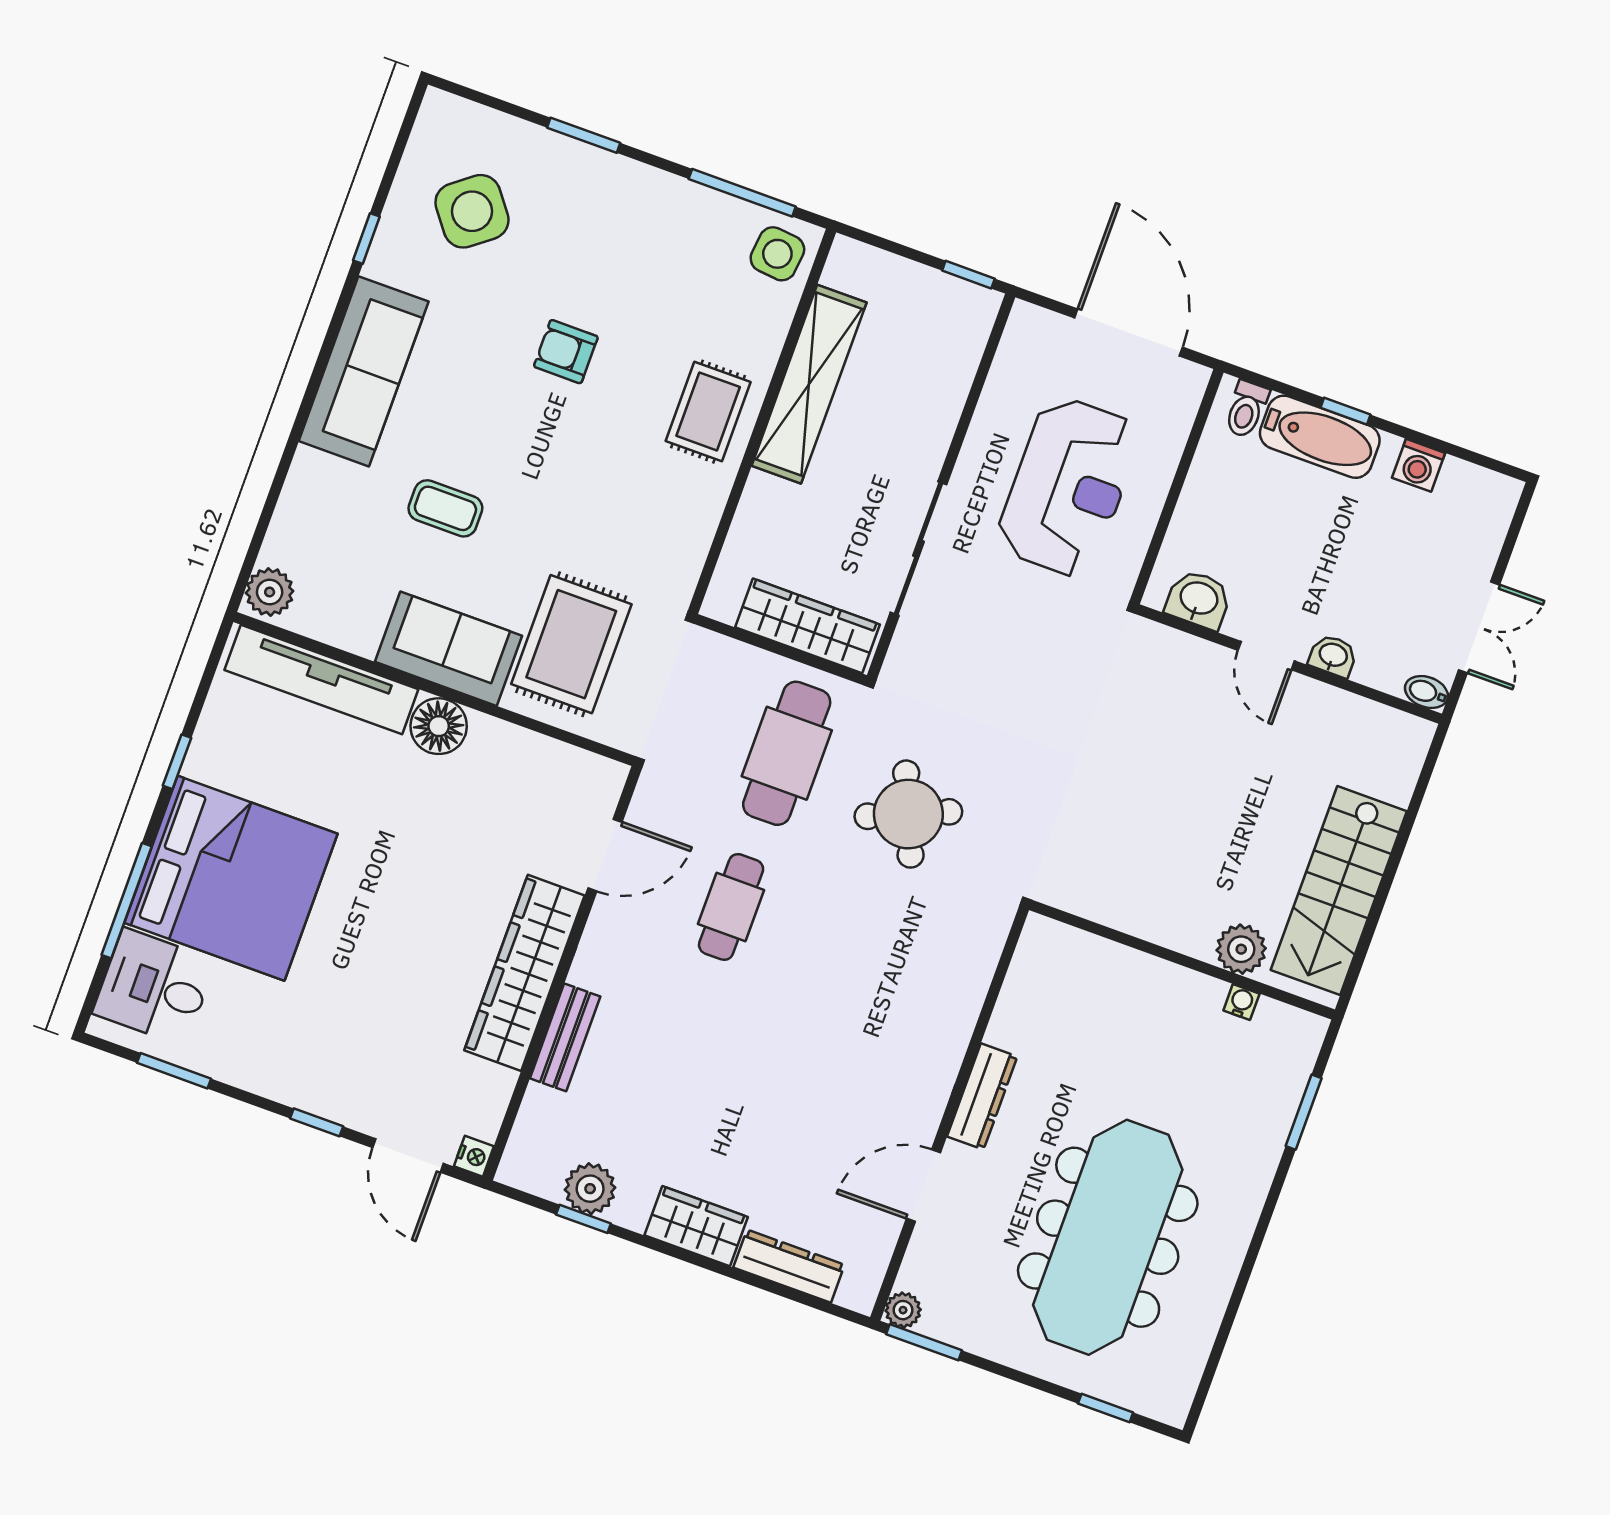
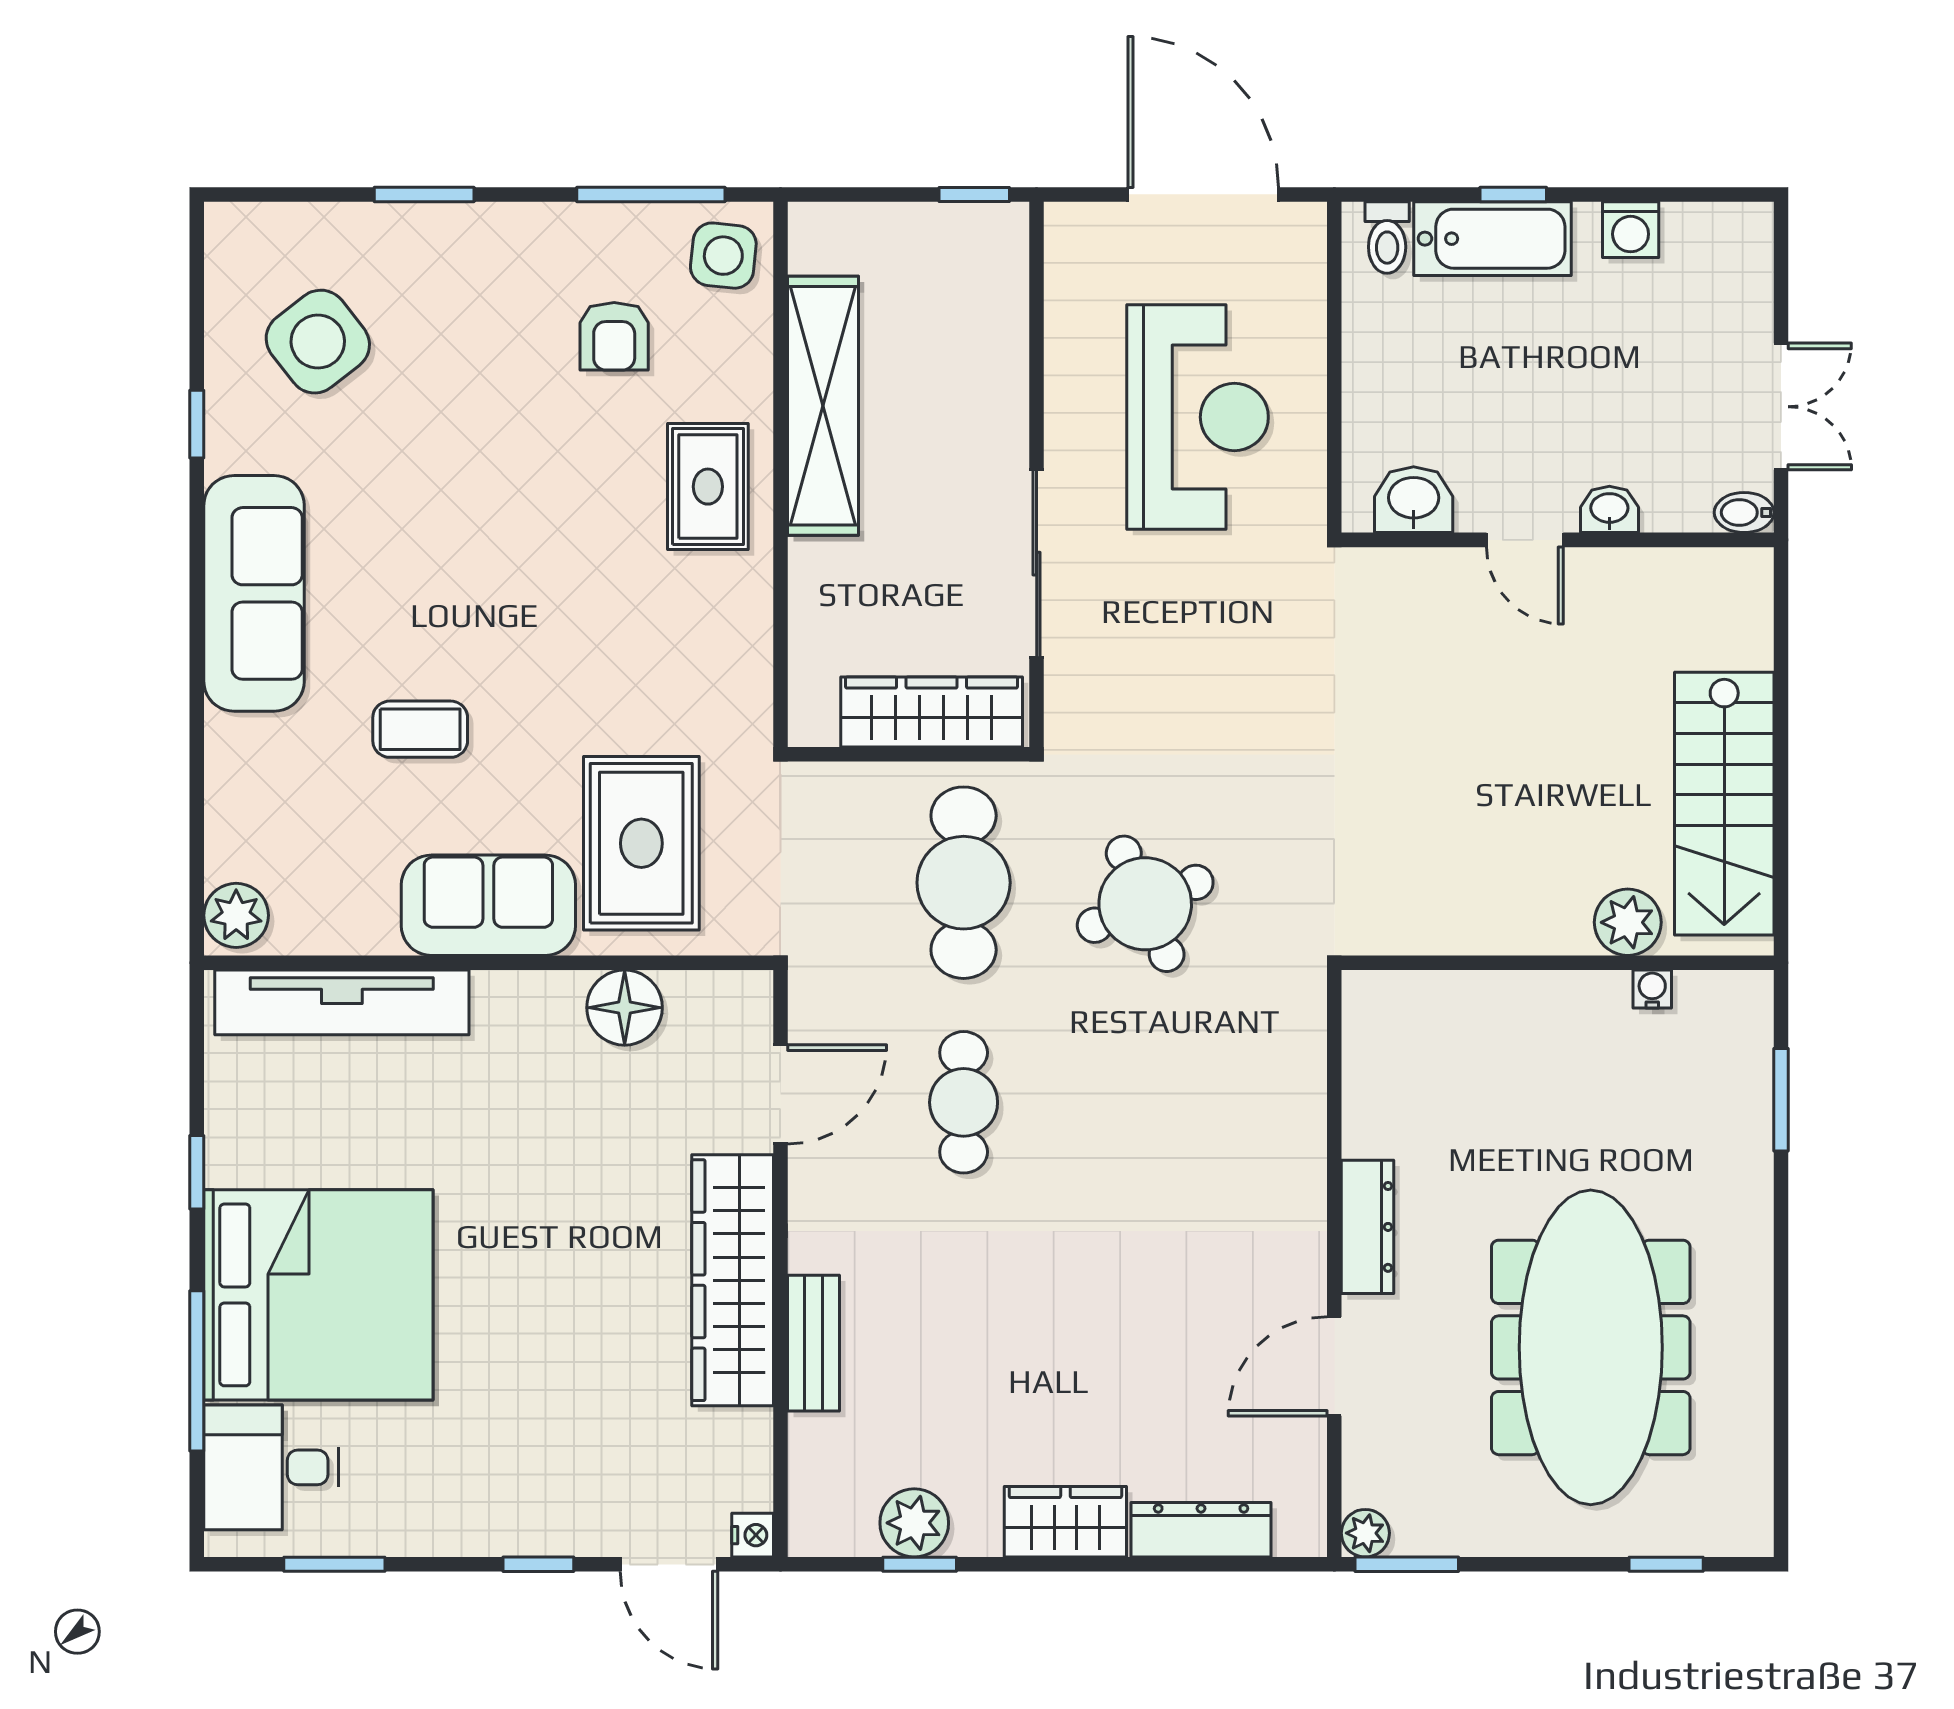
armchair: (566, 352) -> (614, 336), moved, turned -90
floor lamp: (439, 726) -> (625, 1008), moved

